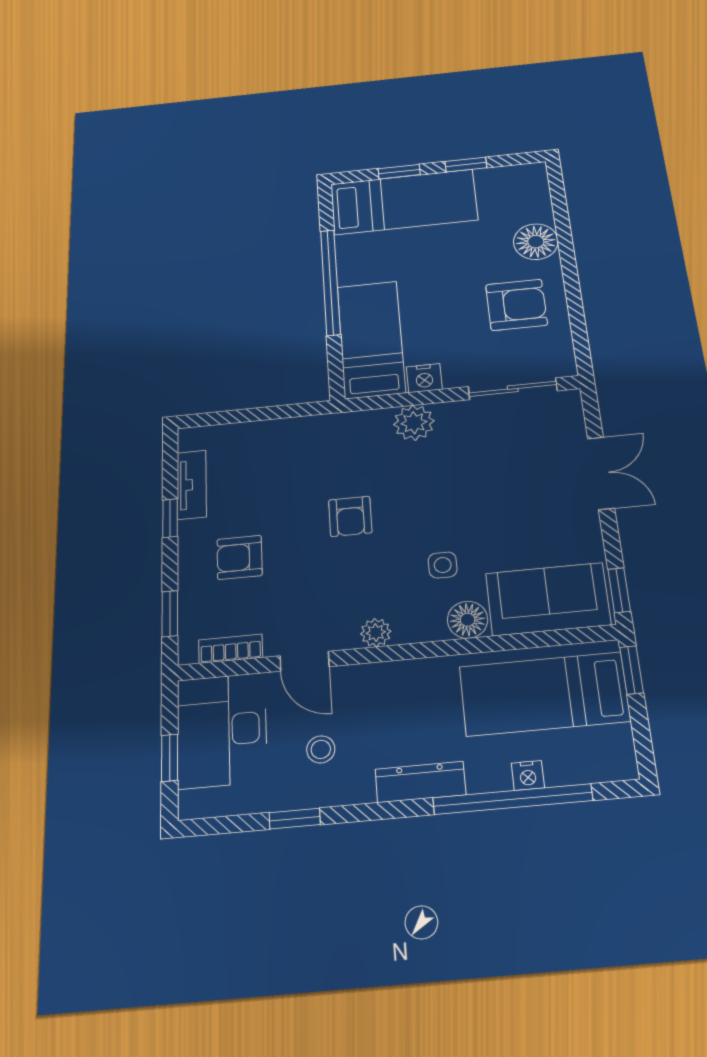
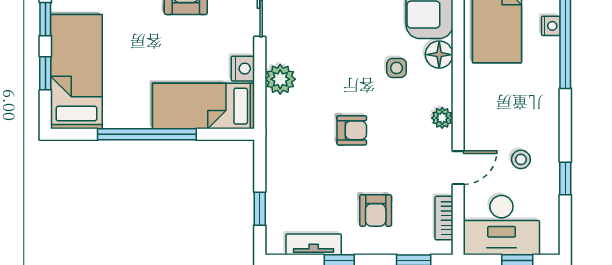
window: (239, 416) -> (260, 209), added
dresser: (420, 782) -> (549, 96), removed

